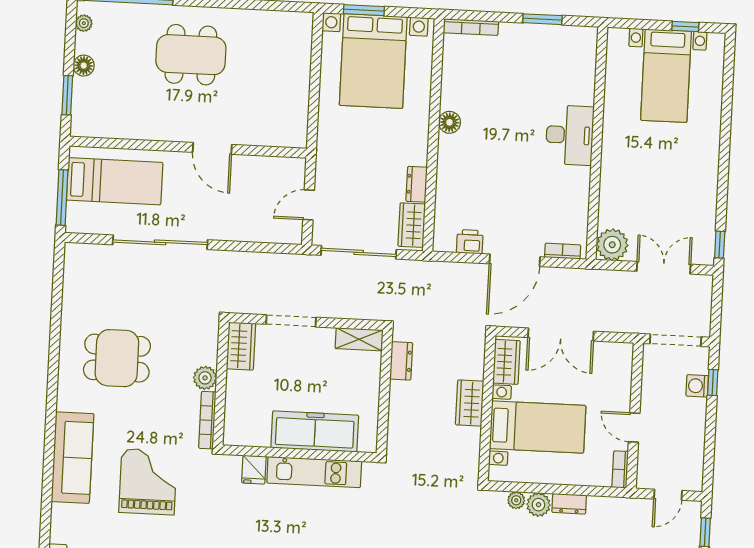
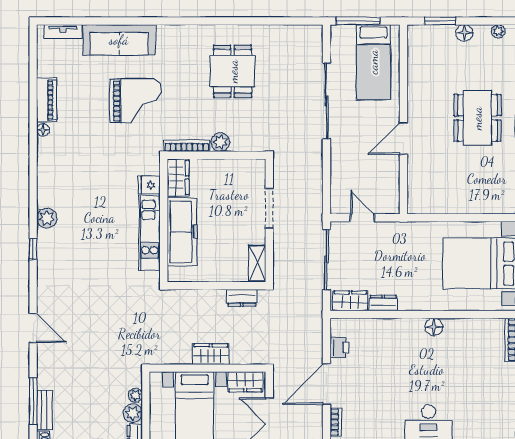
door: (515, 260) -> (327, 384), hinge flipped
wardrobe: (241, 346) -> (178, 177), moved, turned -90
sofa: (73, 458) -> (119, 40), moved

